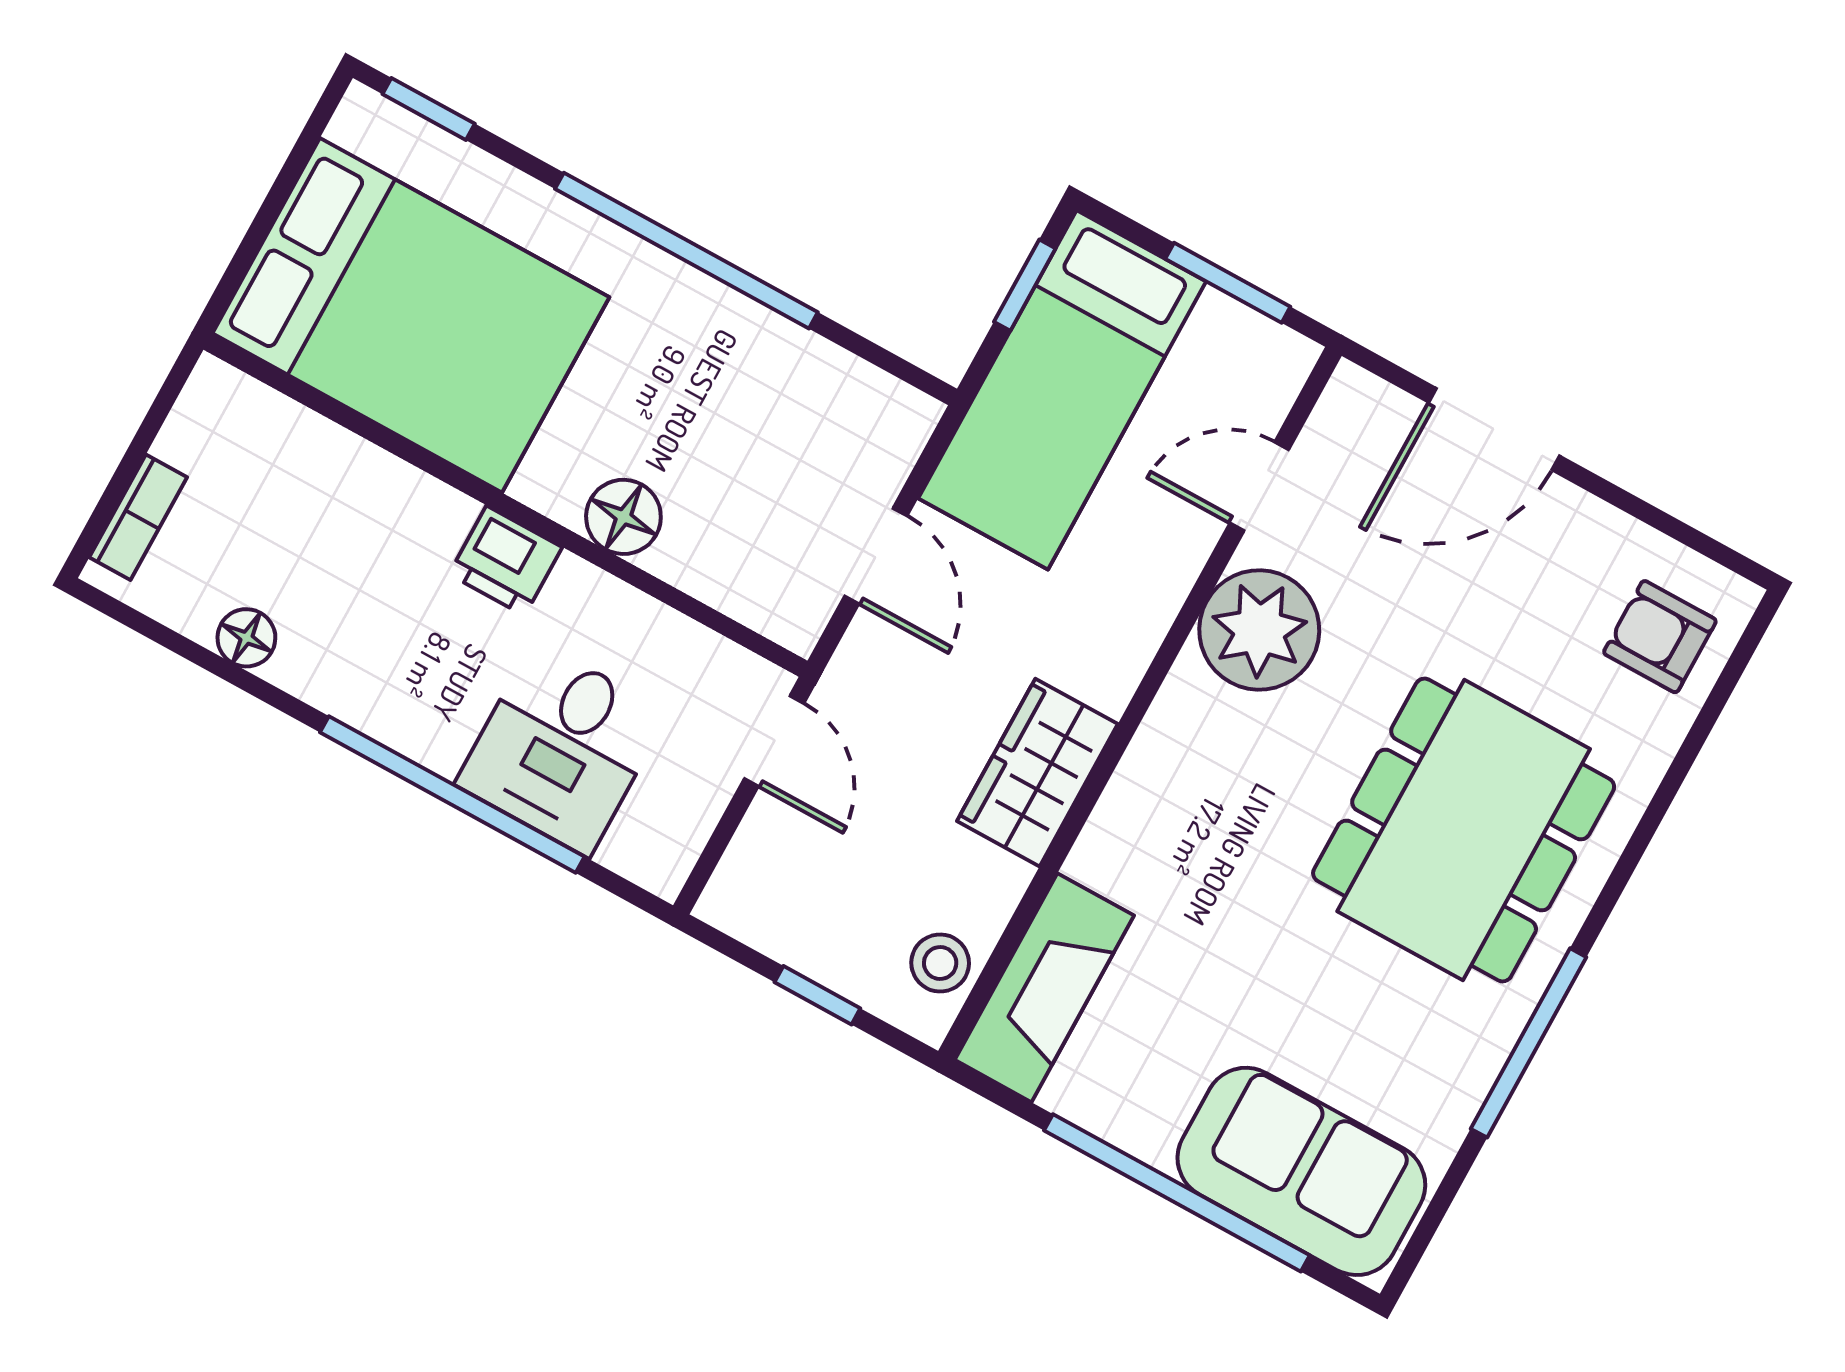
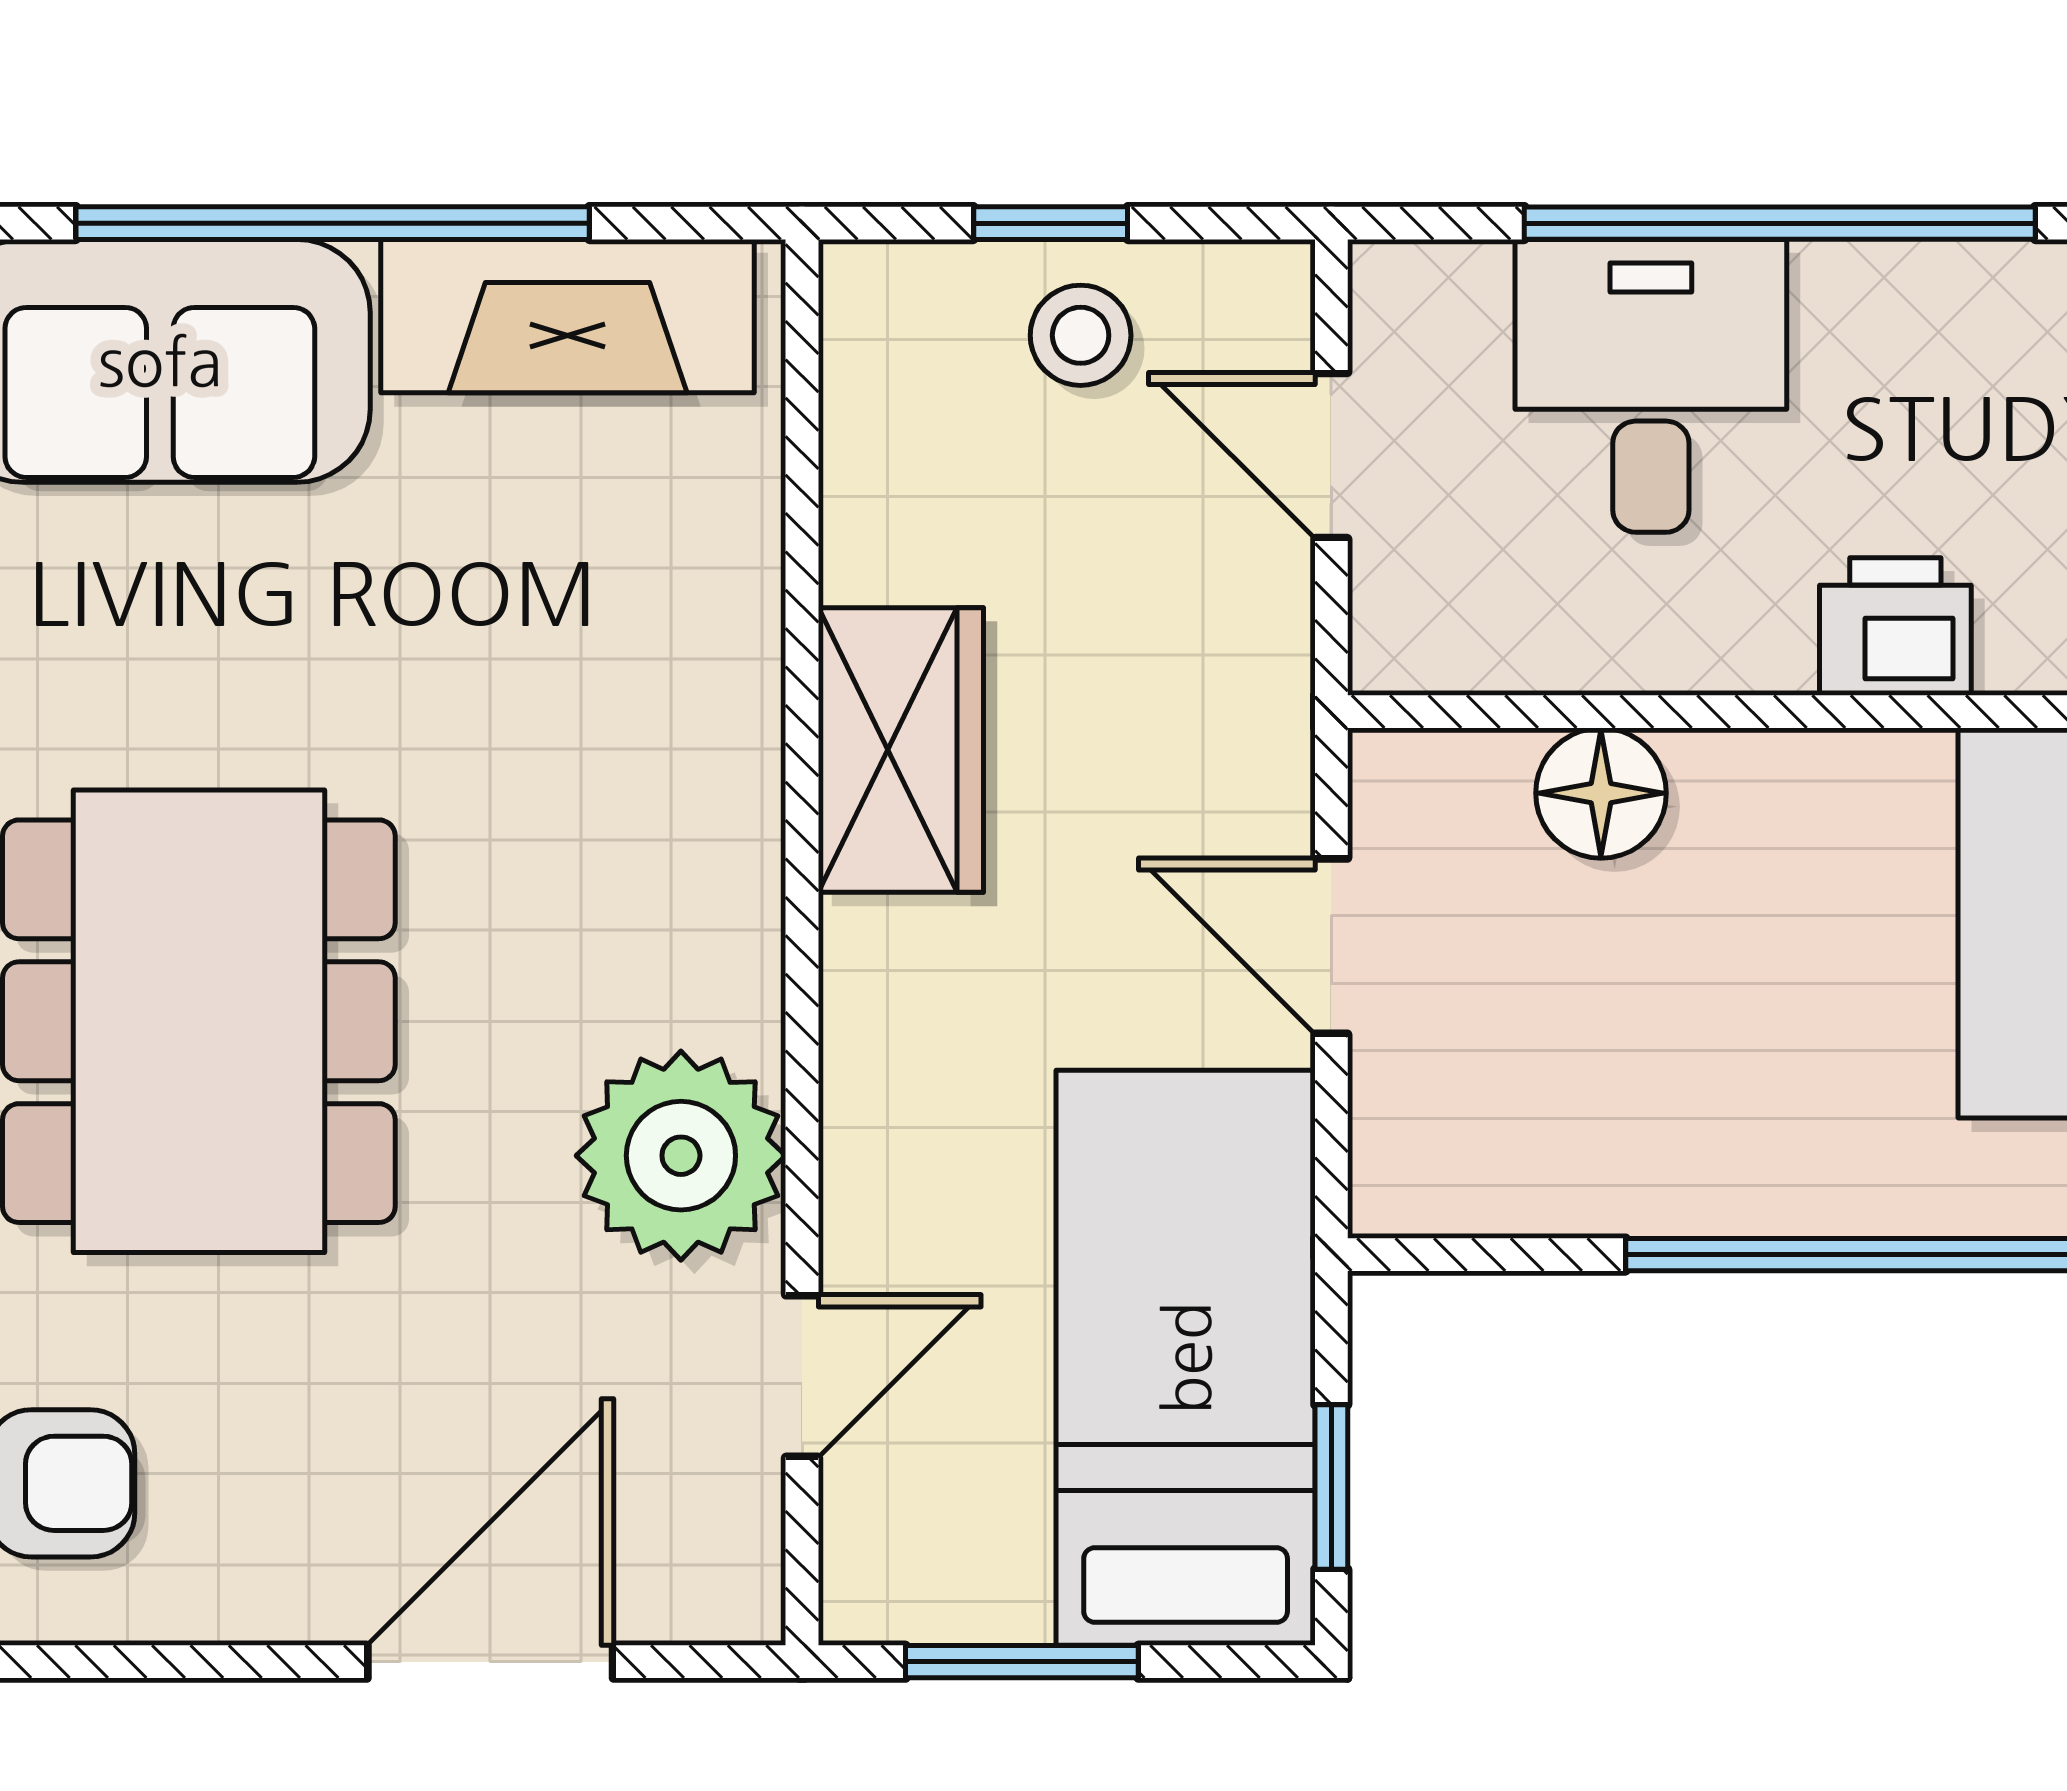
floor lamp: (623, 517) -> (1601, 793), moved
door: (774, 741) -> (1331, 456), moved
stool: (940, 963) -> (1081, 335), moved
fireplace: (1044, 988) -> (568, 316), moved, turned -90

